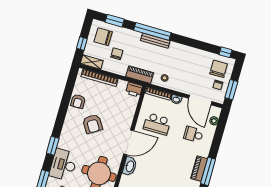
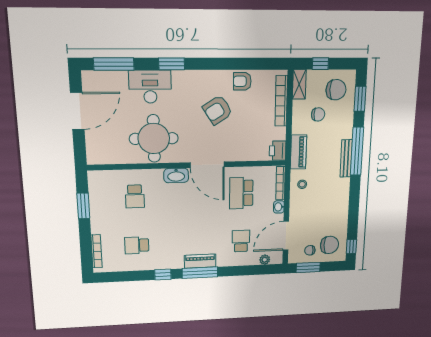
chair: (103, 37) -> (336, 90), turned 90

